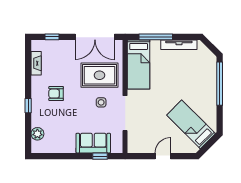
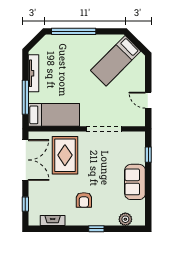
side table: (101, 102) -> (93, 154), removed
sofa: (93, 143) -> (135, 182), moved
door: (163, 156) -> (148, 100), moved

